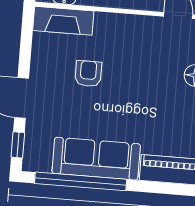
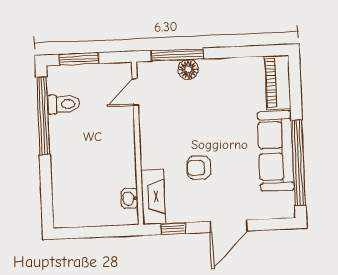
window: (18, 145) -> (173, 229), moved

